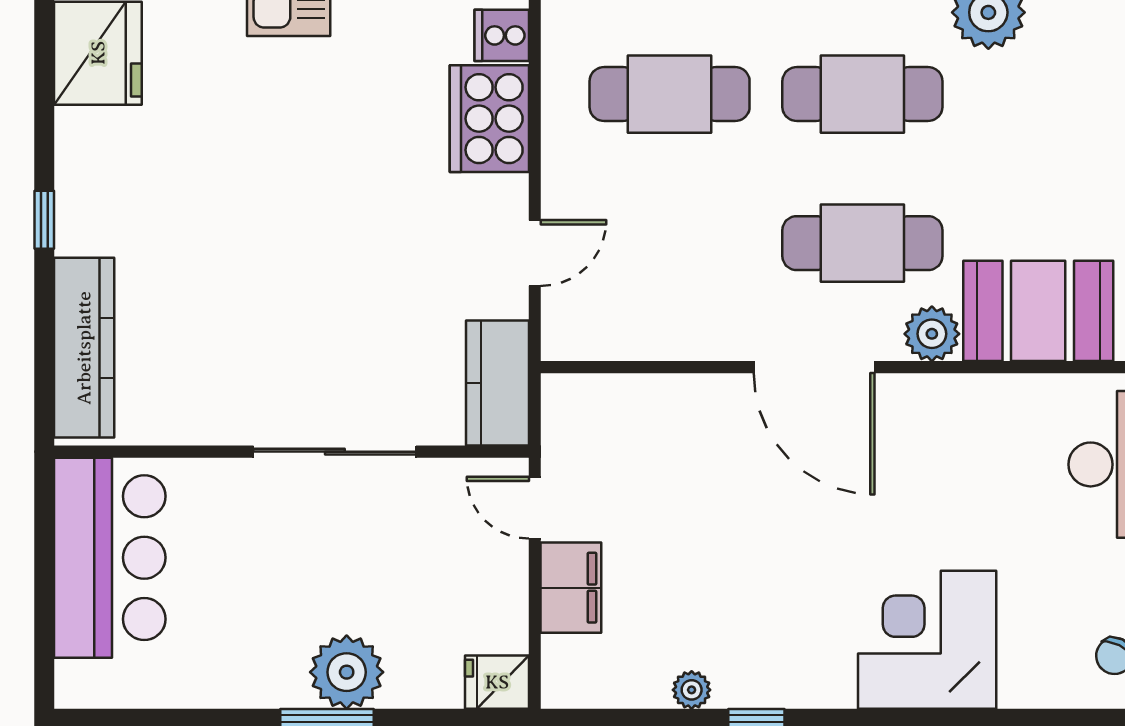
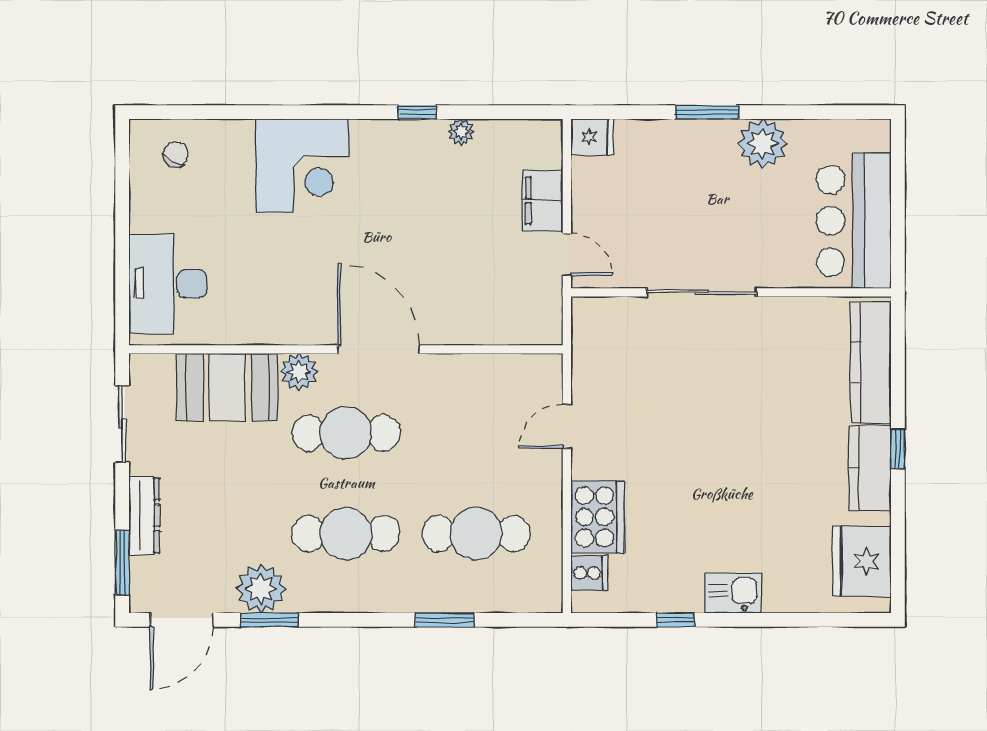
kitchen counter: (497, 383) -> (870, 468), moved, turned 180
plant: (347, 672) -> (762, 144), moved

